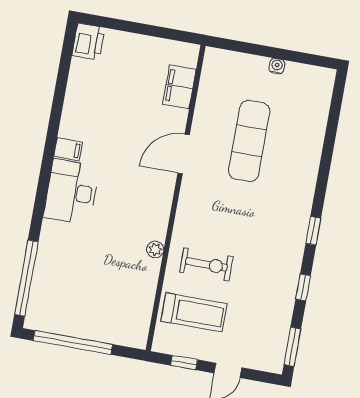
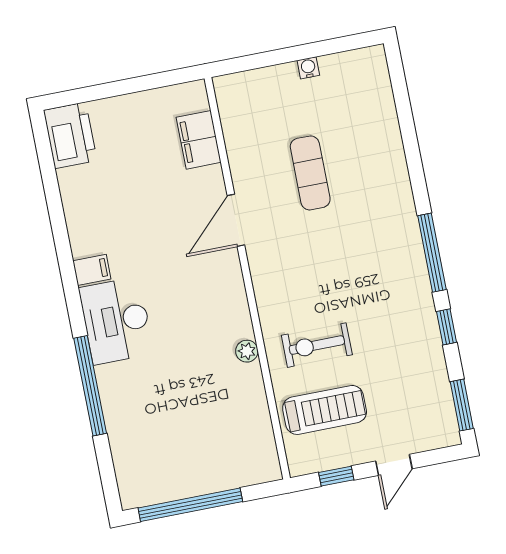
printer: (88, 42) -> (70, 135), width x1.37, depth x1.19
exercise mat: (249, 141) -> (310, 173), width x0.73, depth x0.69
window: (313, 231) -> (432, 253), width x2.17
exercise bike: (206, 264) -> (317, 345), turned 180
window: (26, 278) -> (90, 386), moved

